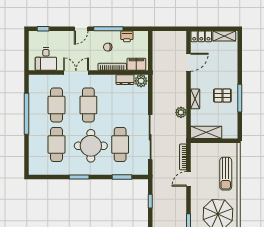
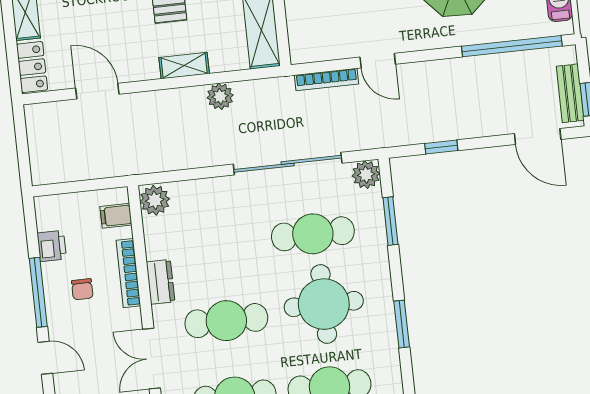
filing cabinet: (136, 64) -> (116, 216), width x0.50
dresser: (125, 80) -> (161, 282), moved
plant: (142, 169) -> (366, 175), added

